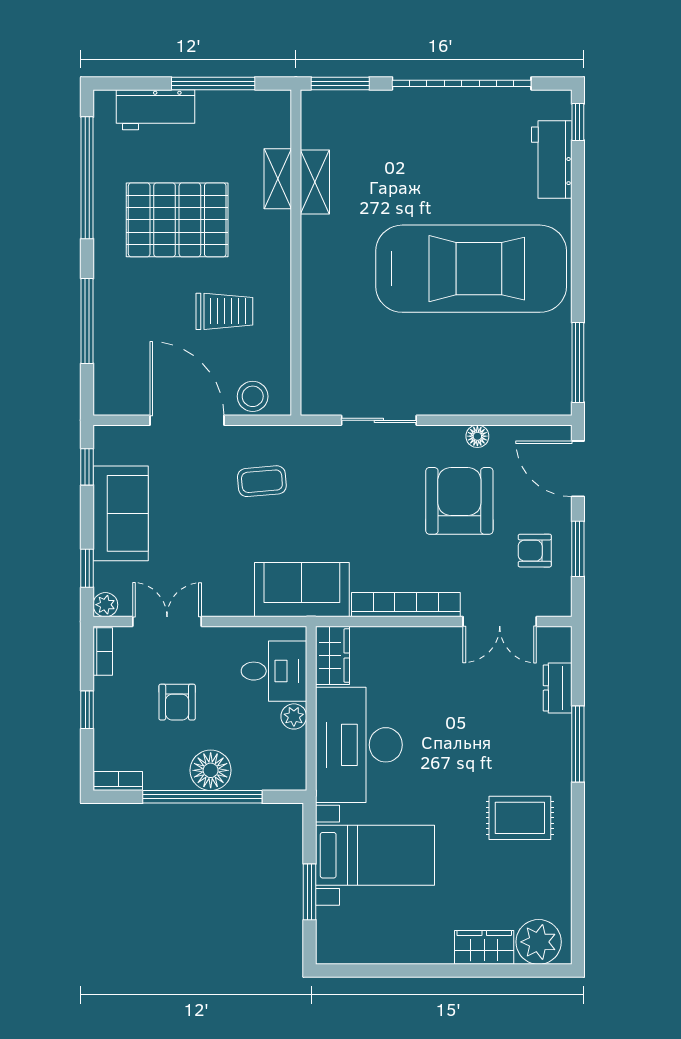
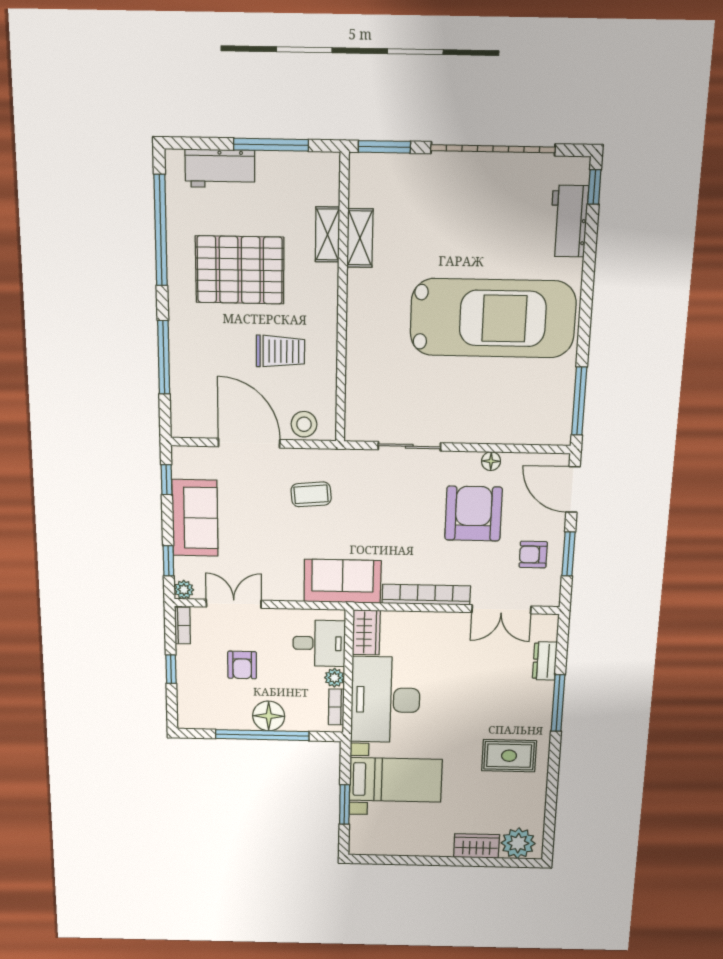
bookcase: (118, 781) -> (336, 707), moved, turned -90

